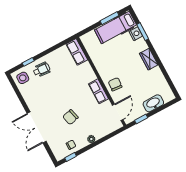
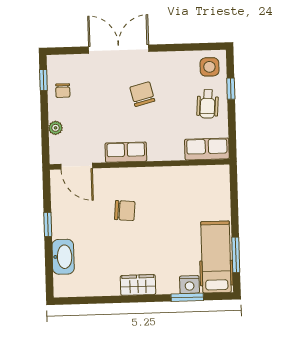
row of seats: (77, 52) -> (207, 149), moved
wall: (101, 82) -> (139, 164), moved
row of seats: (99, 91) -> (126, 152), moved
door: (118, 112) -> (77, 166), moved
chair: (70, 117) -> (142, 94), moved

